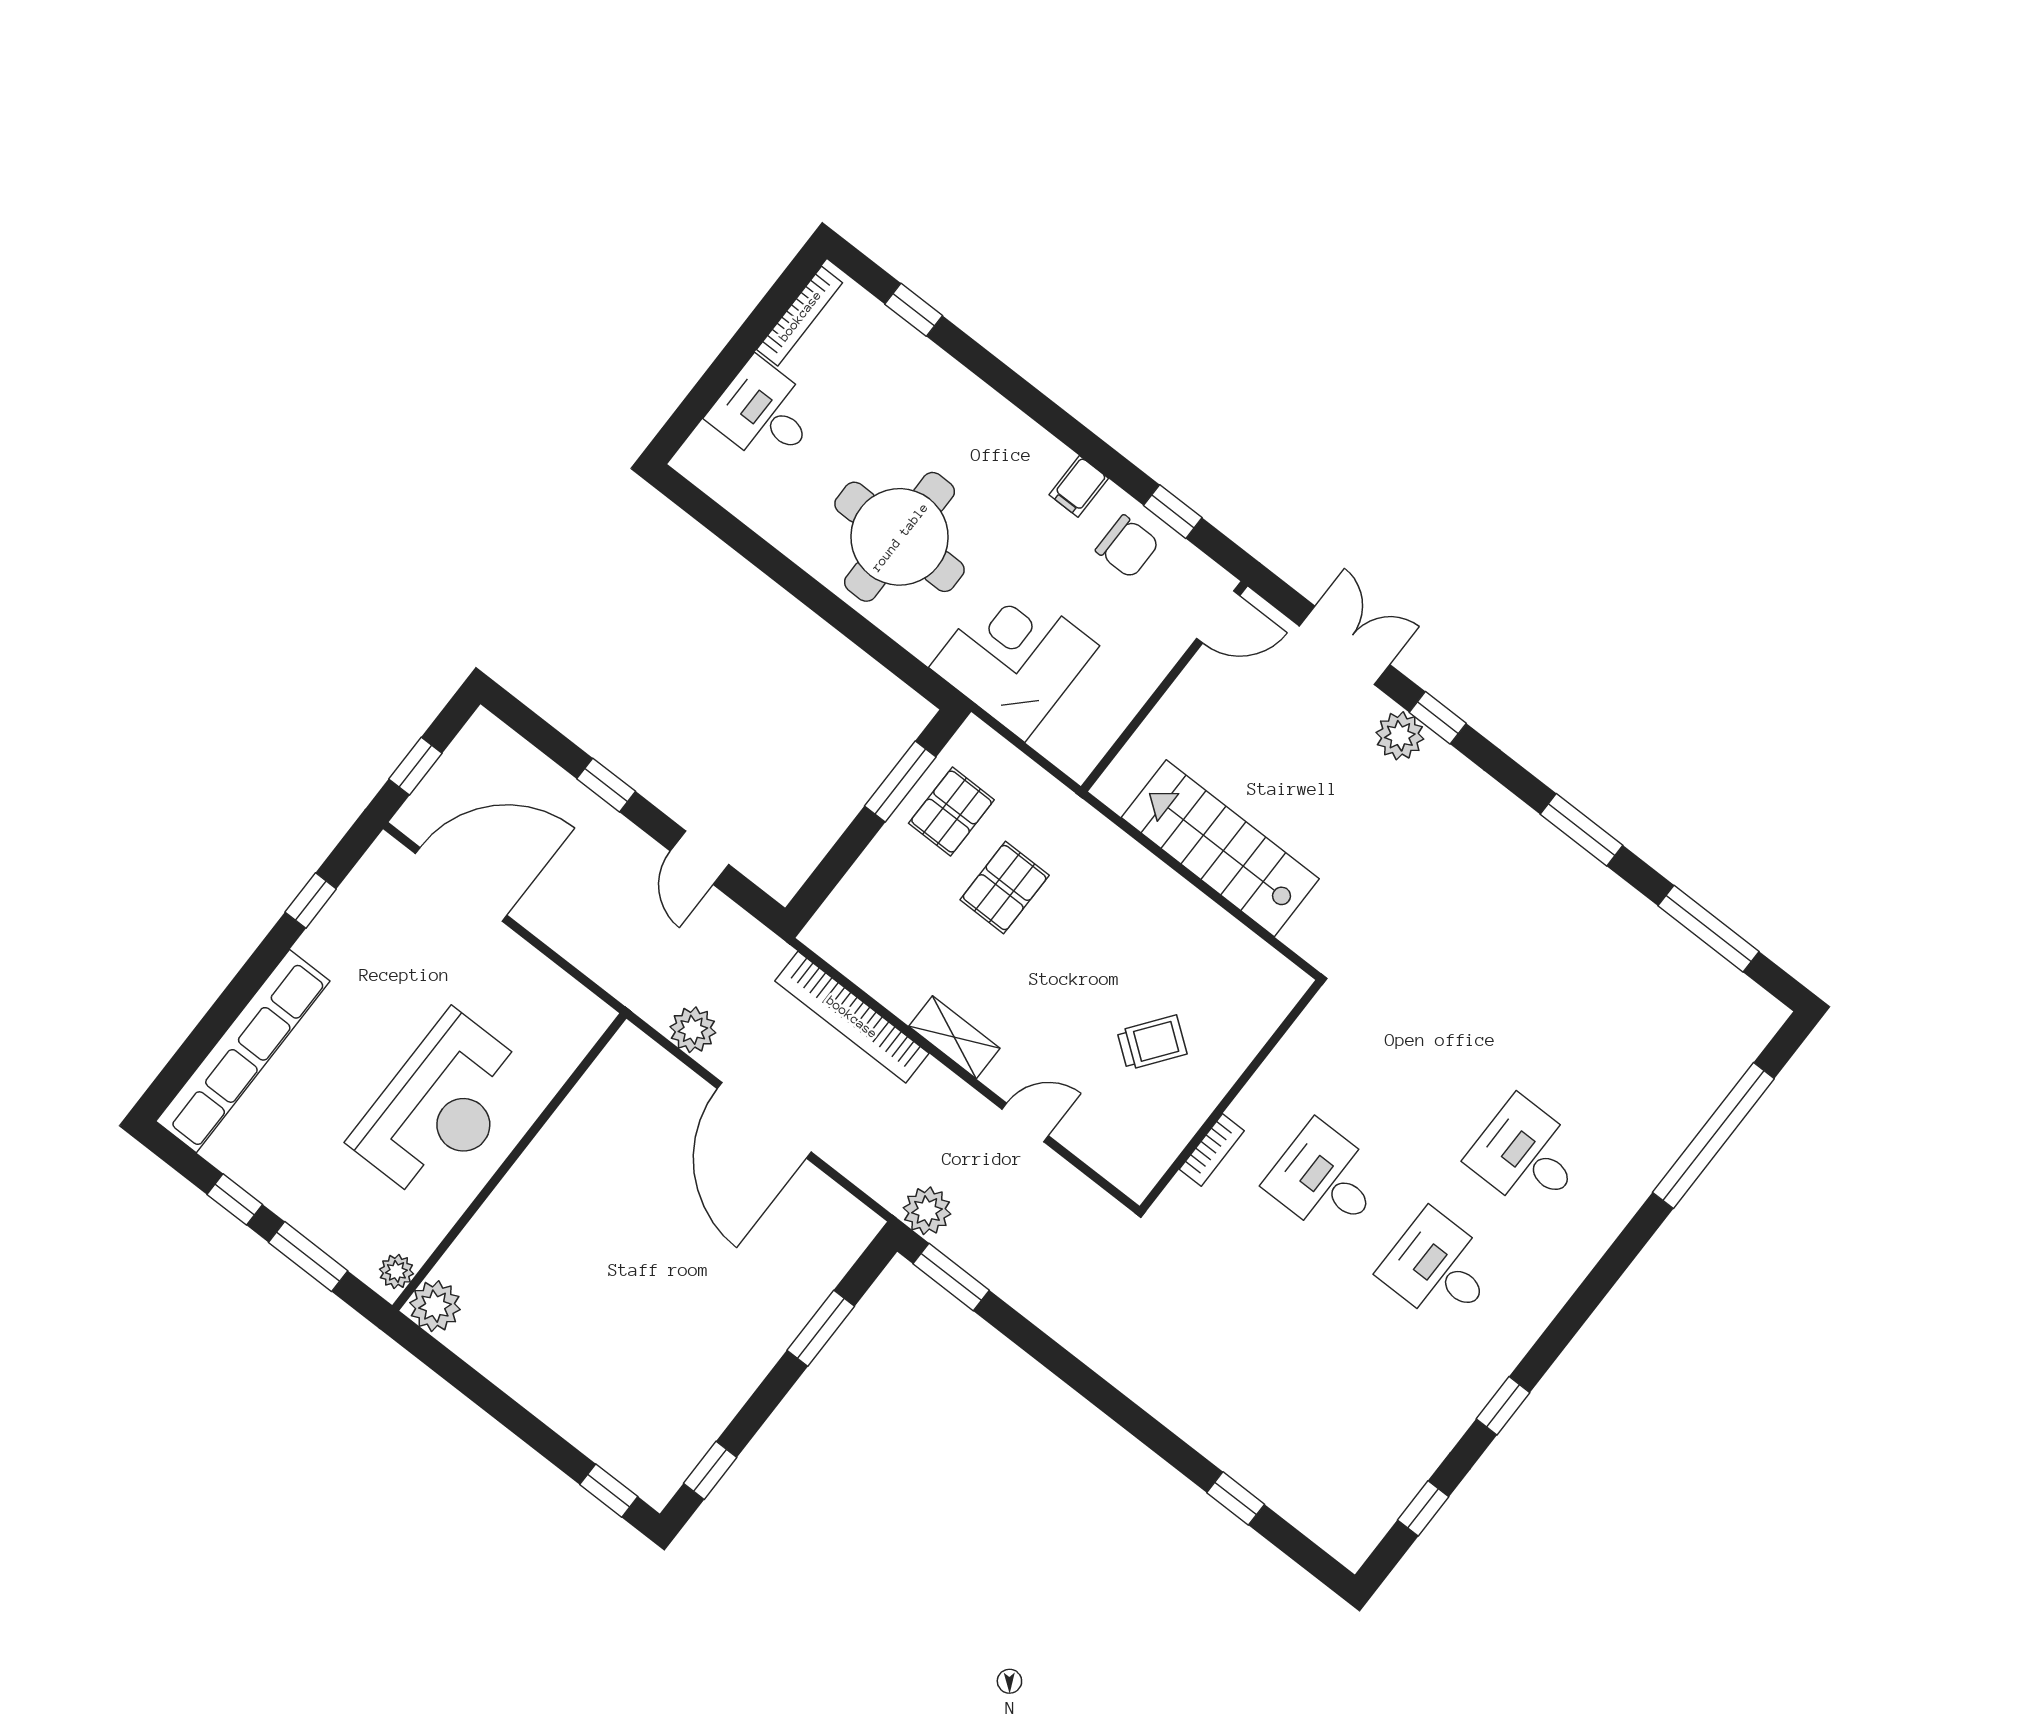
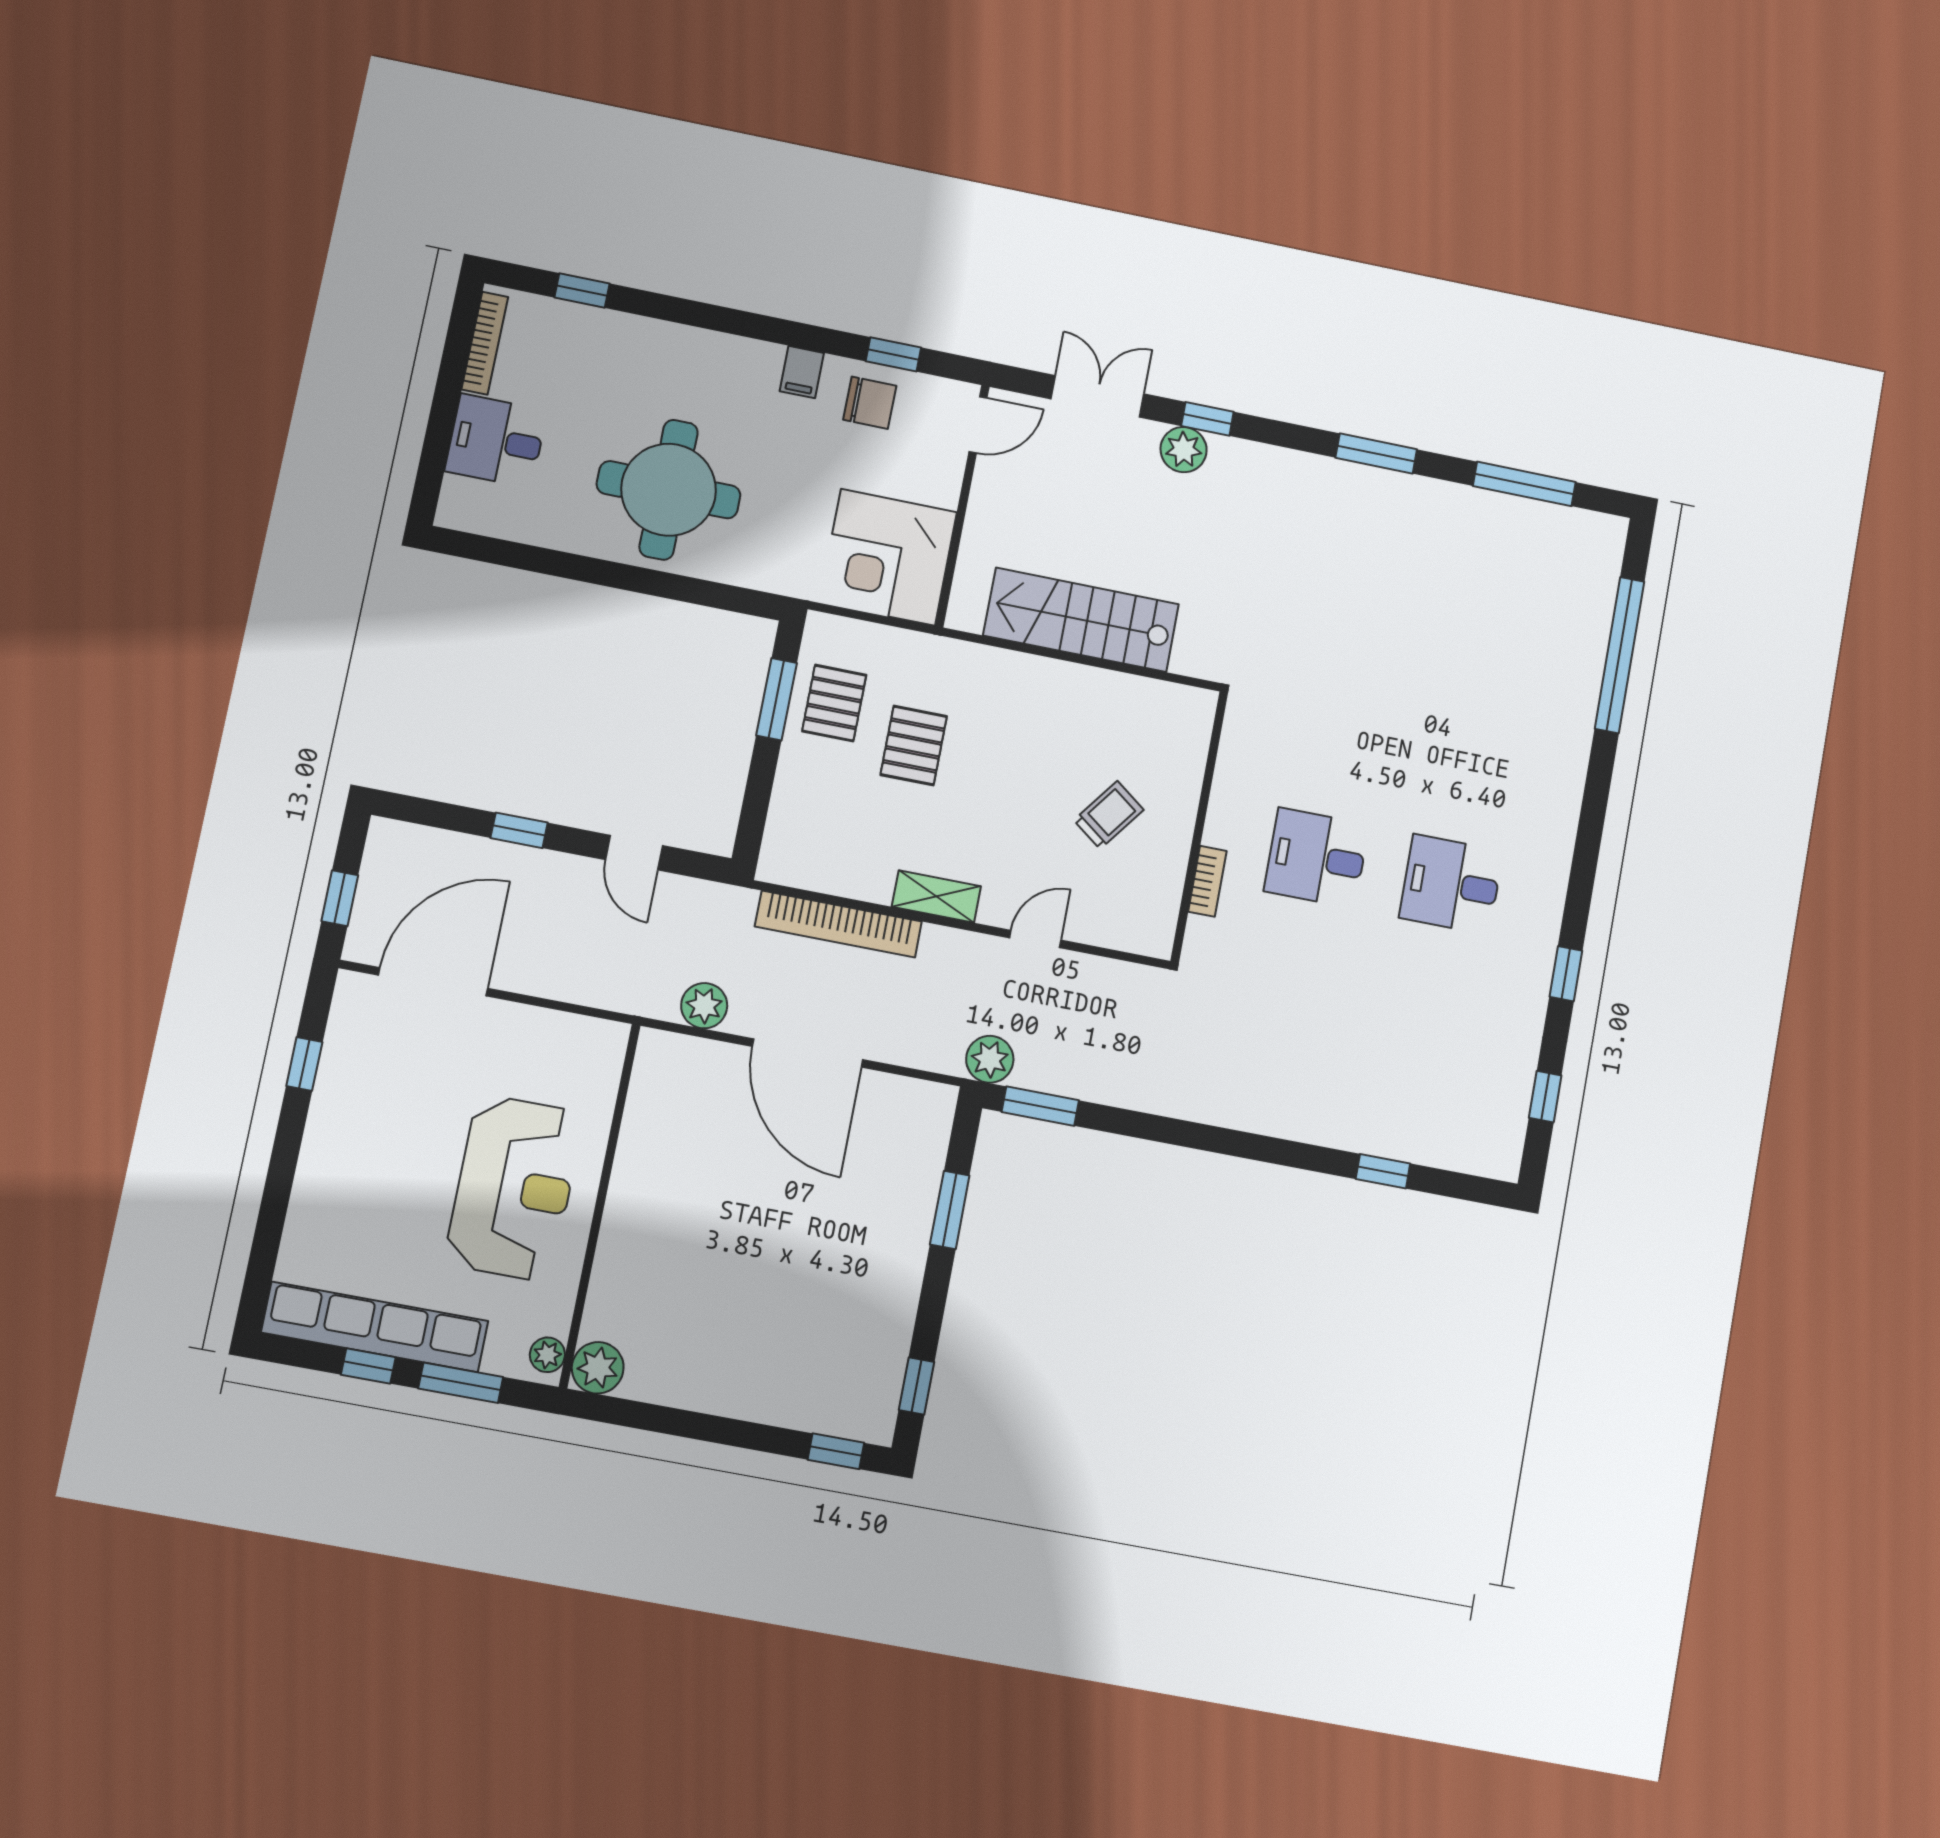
corner desk: (1014, 657) -> (888, 557), moved, turned -90
row of seats: (243, 1051) -> (375, 1327), moved, turned -90
desk: (1527, 1156) -> (1474, 751), removed

